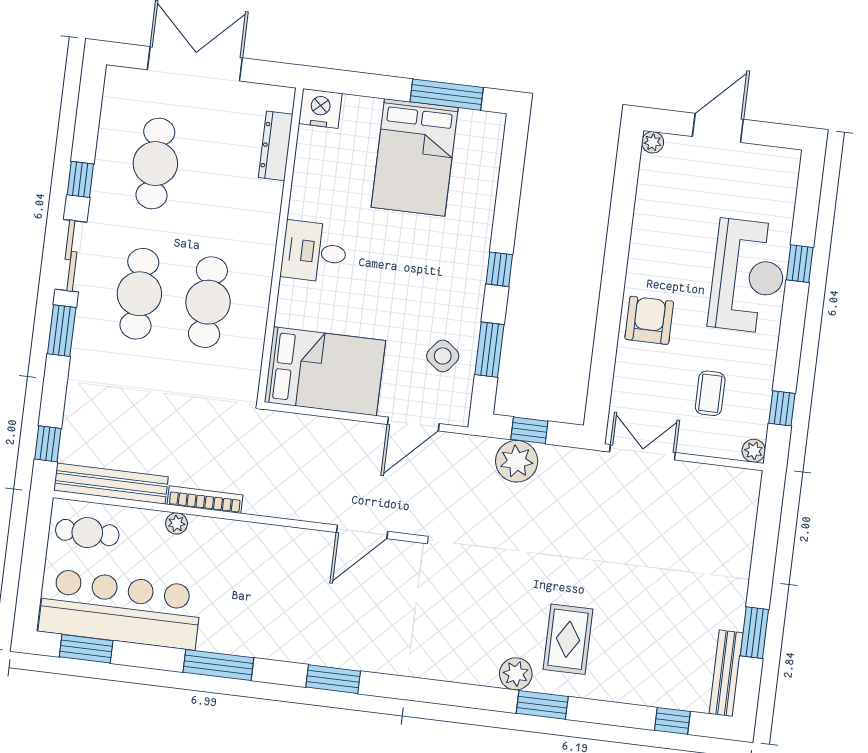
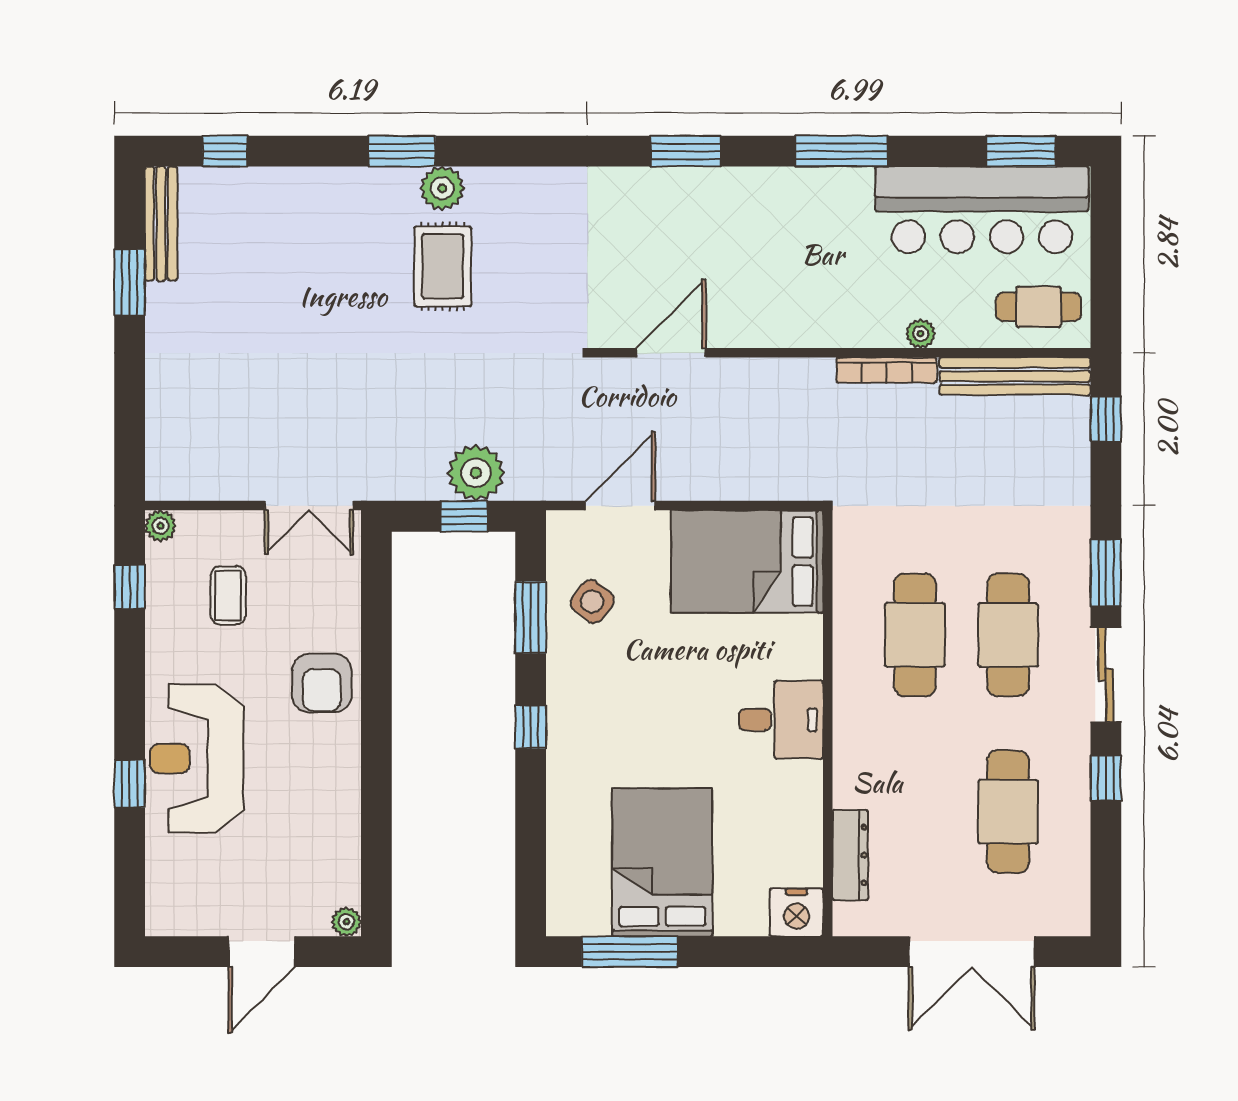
rug: (568, 639) -> (443, 266), moved

